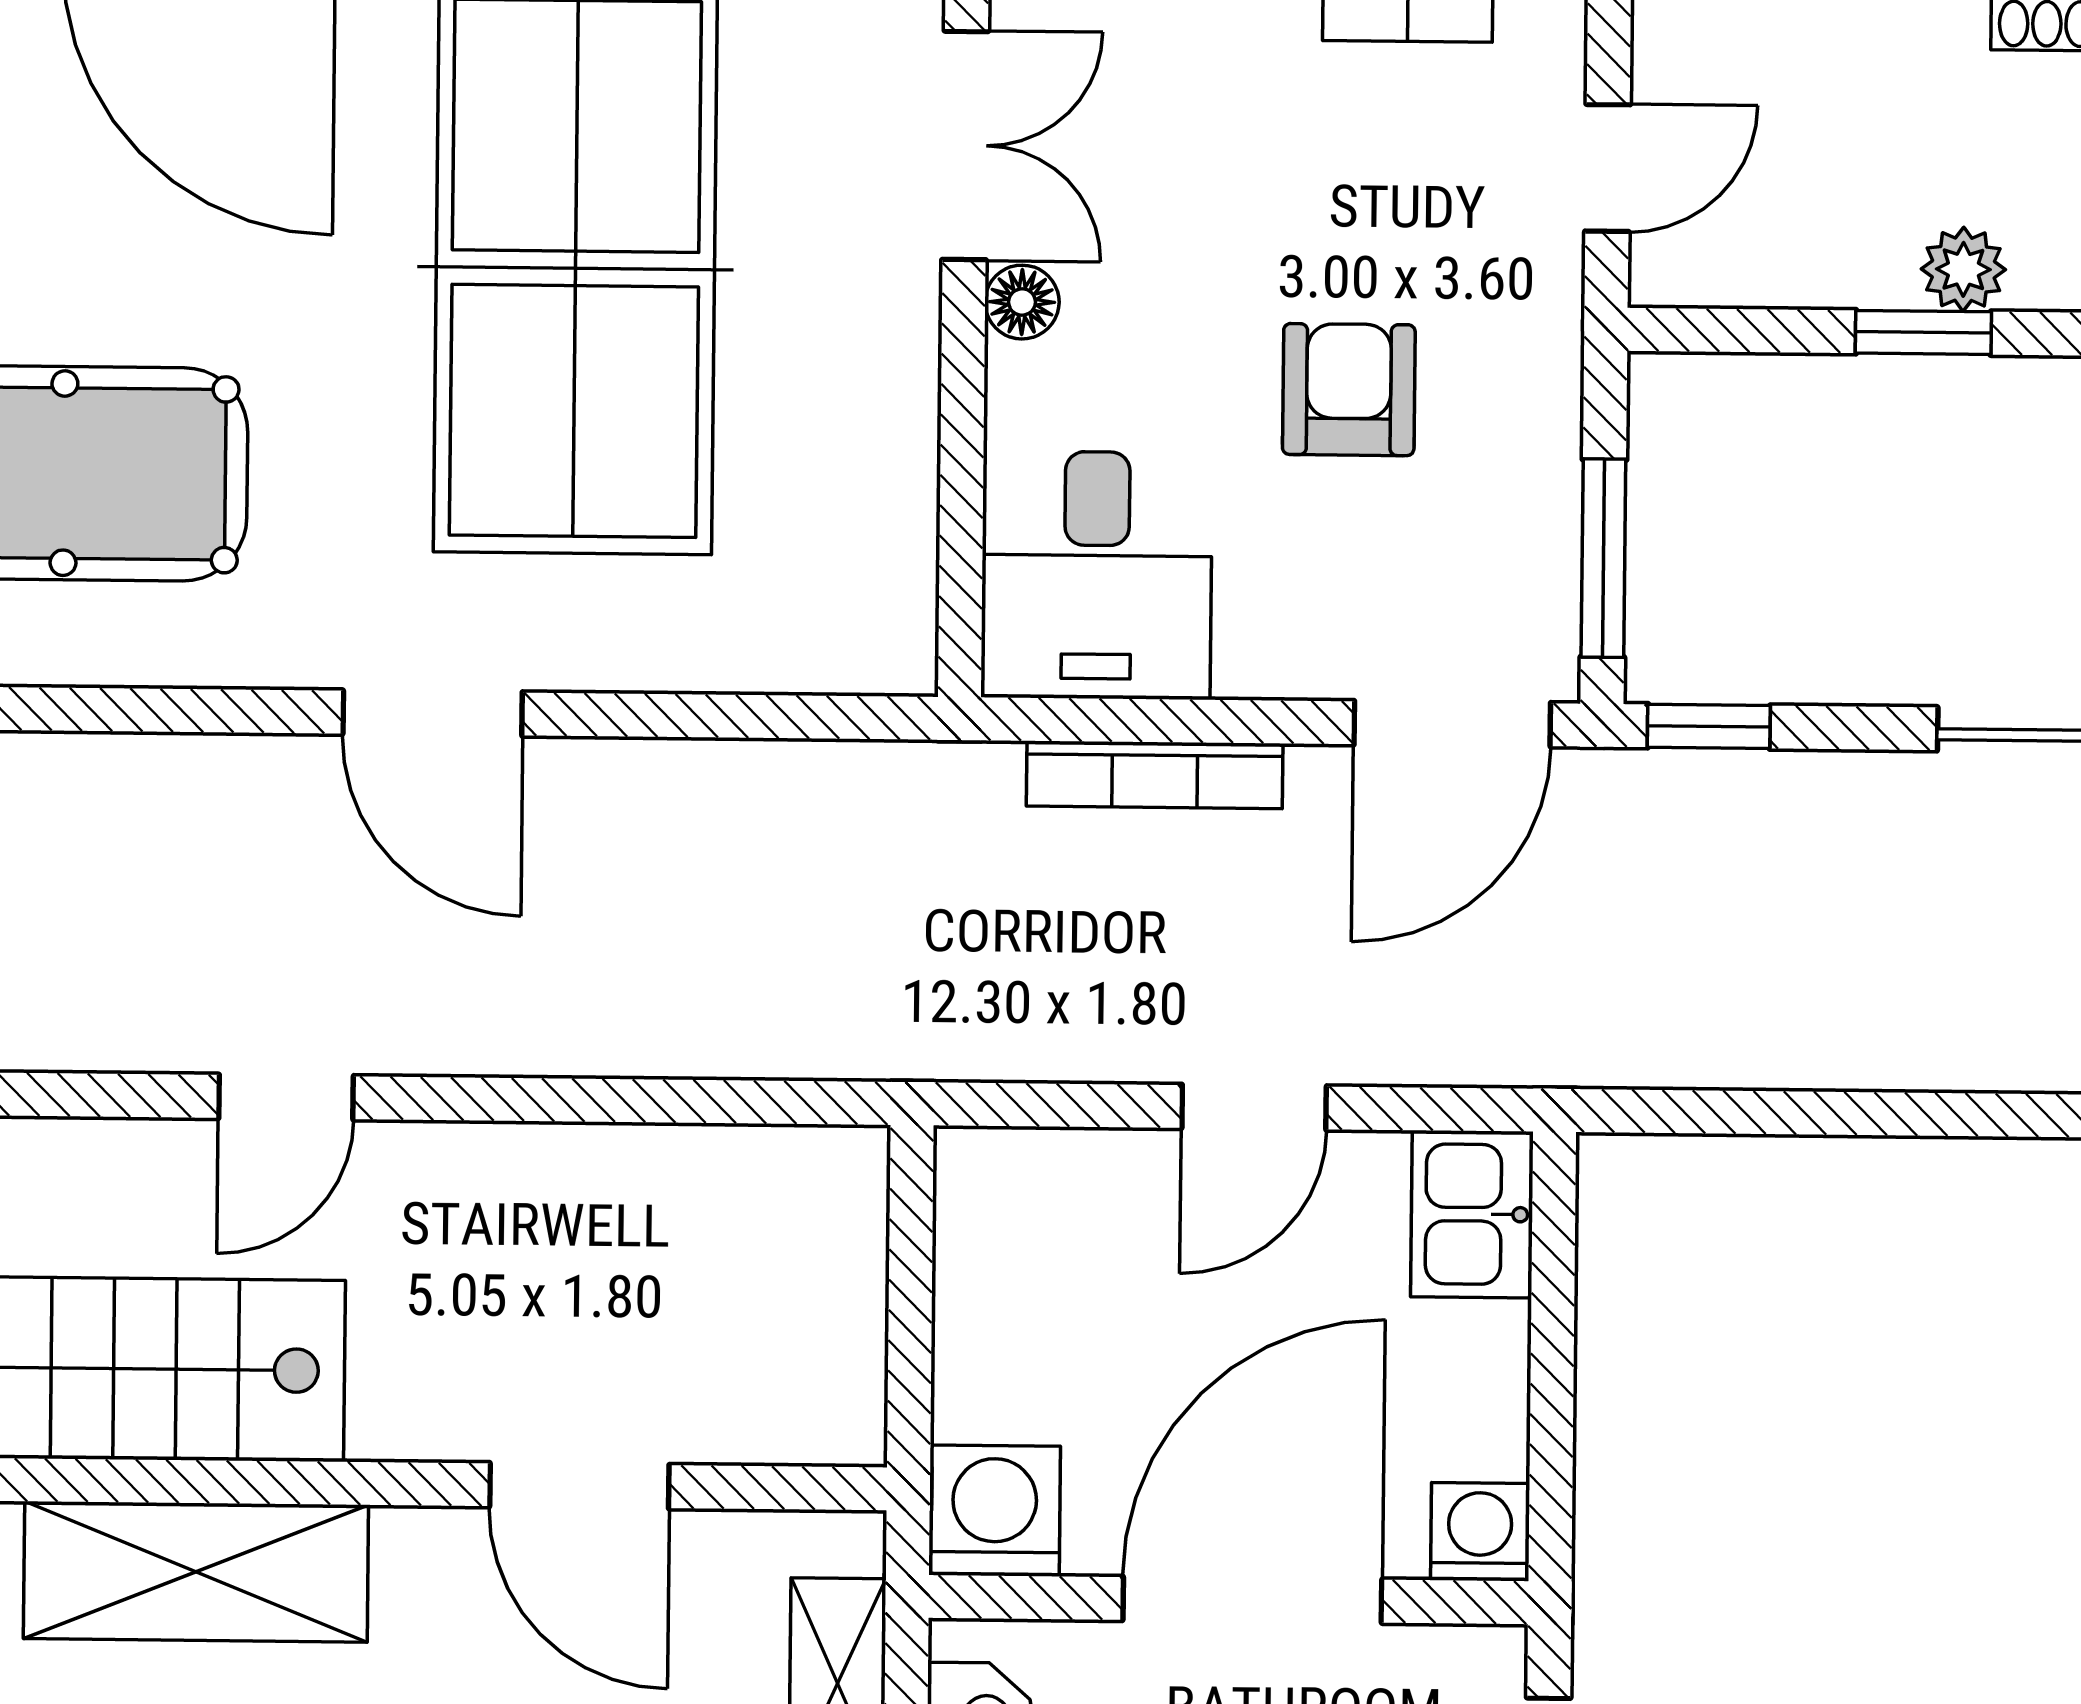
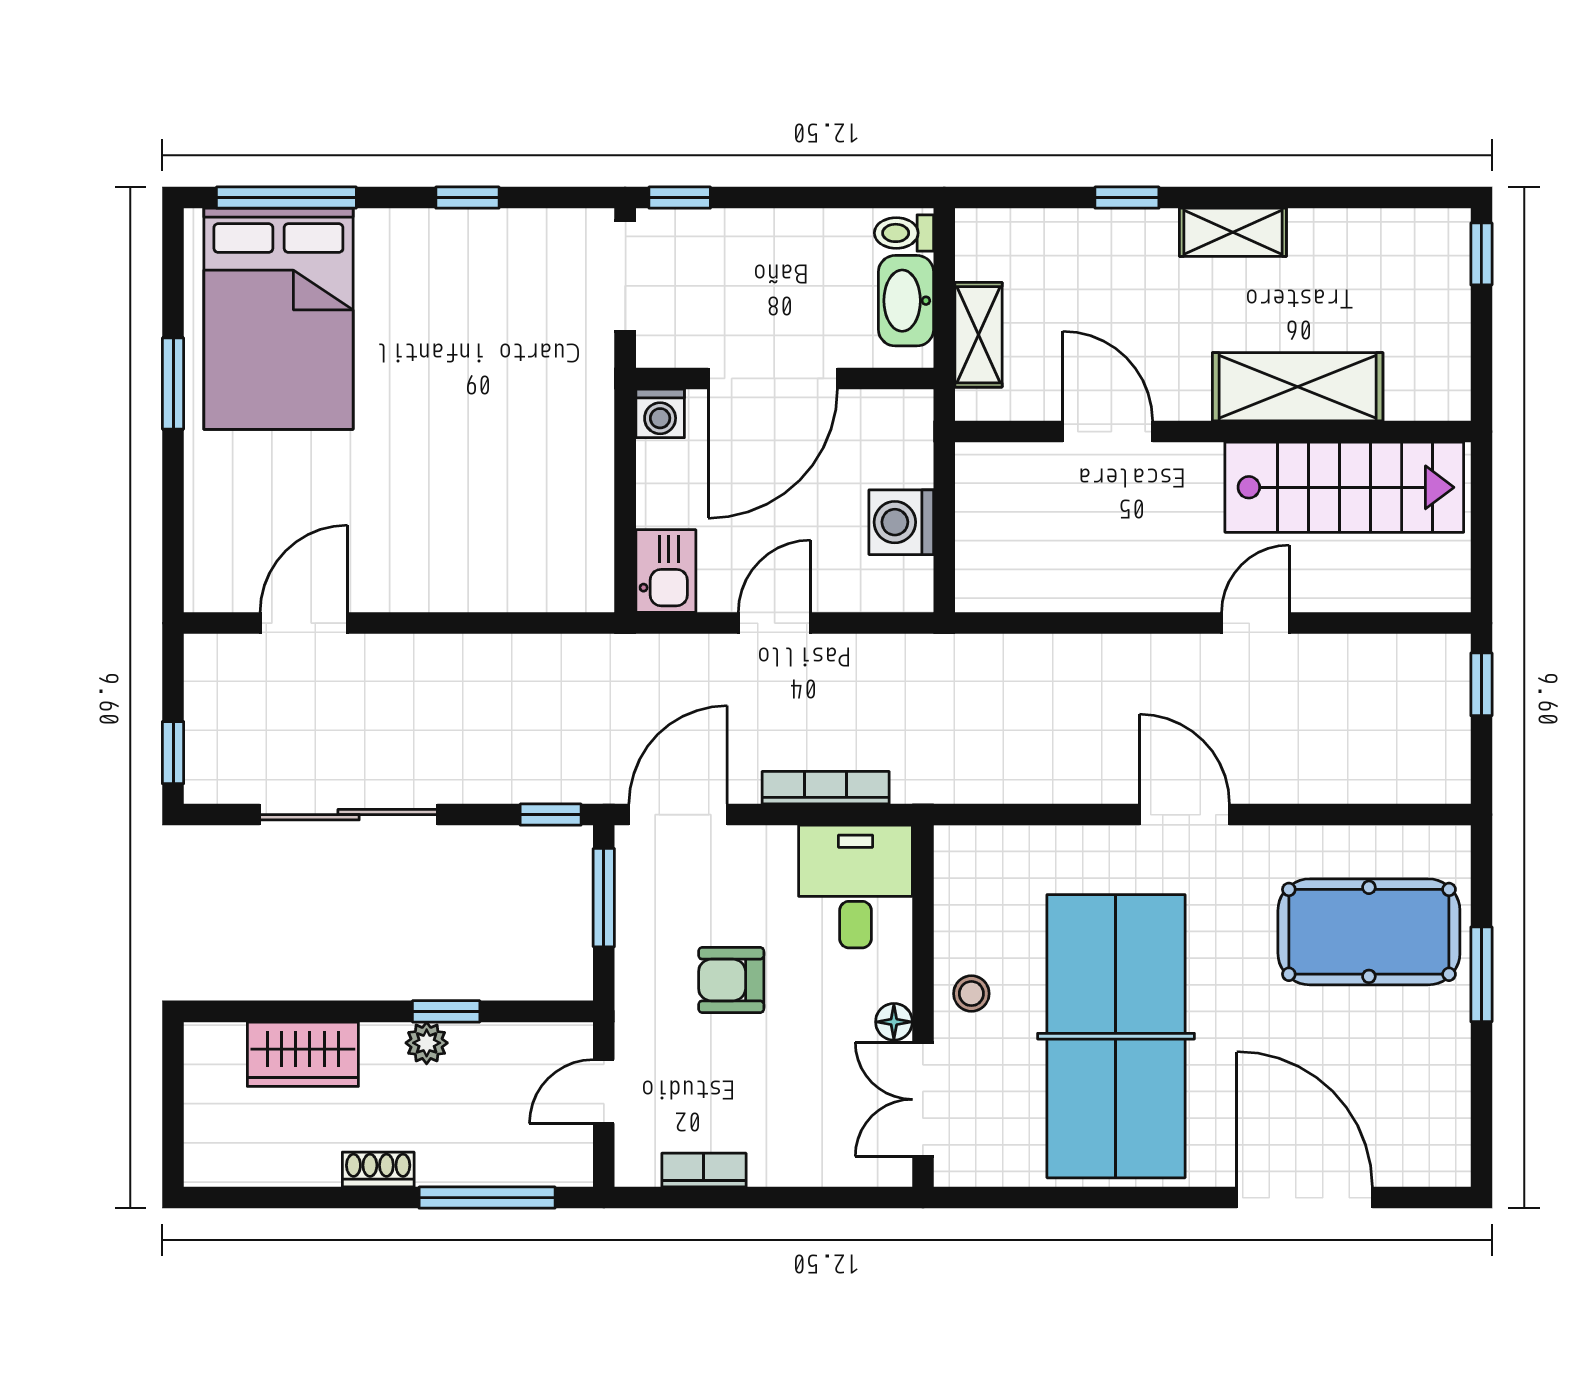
stool: (866, 357) -> (971, 994), added
armchair: (1349, 390) -> (731, 980), turned 90
washing machine: (995, 1511) -> (901, 522), moved, turned 90

